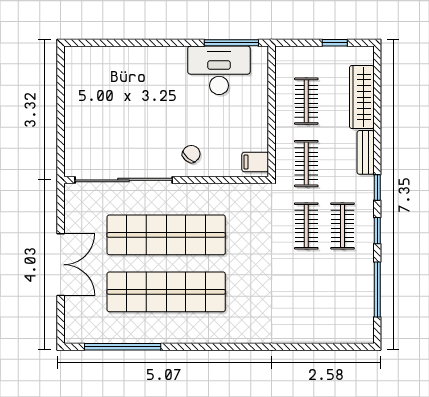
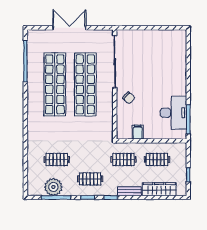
filing cabinet: (255, 162) -> (138, 132), moved
clothes rail: (306, 226) -> (57, 159), moved
double door: (61, 265) -> (69, 28), swing flipped
plant: (358, 295) -> (53, 187), added

